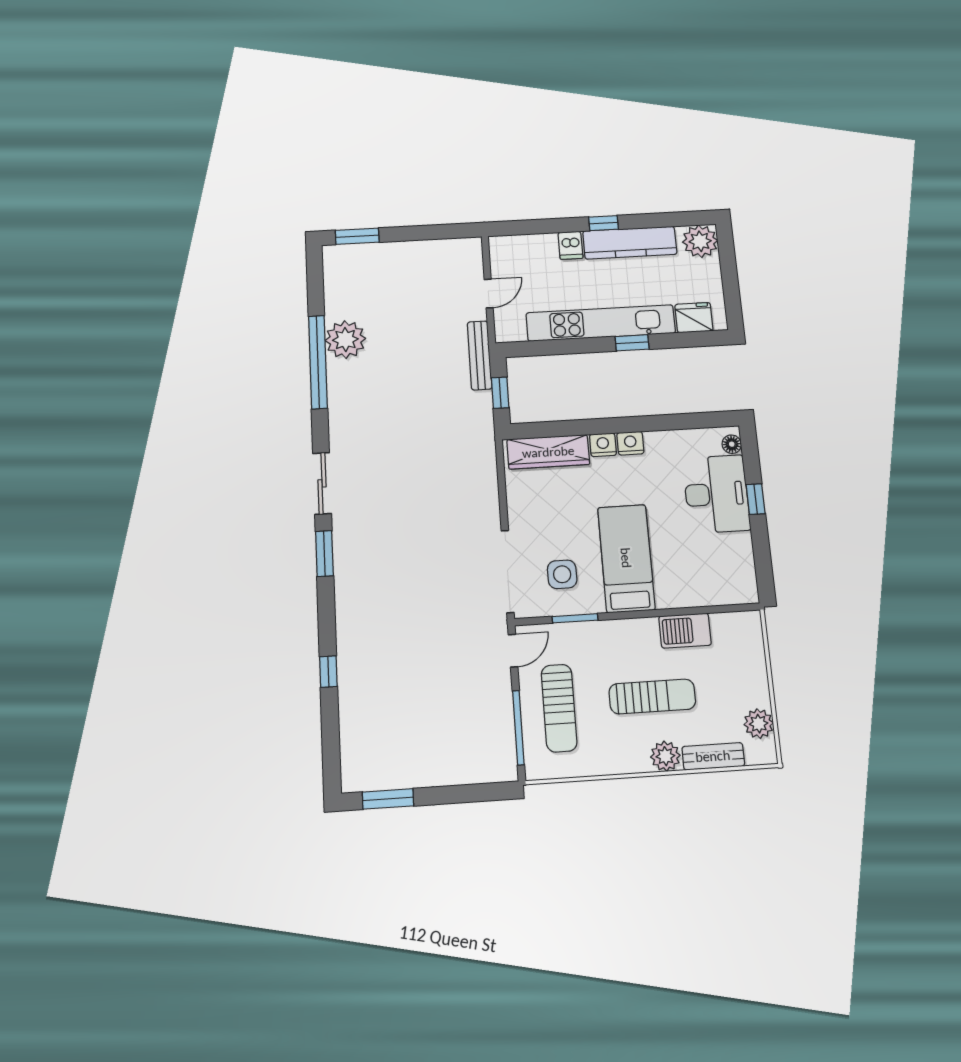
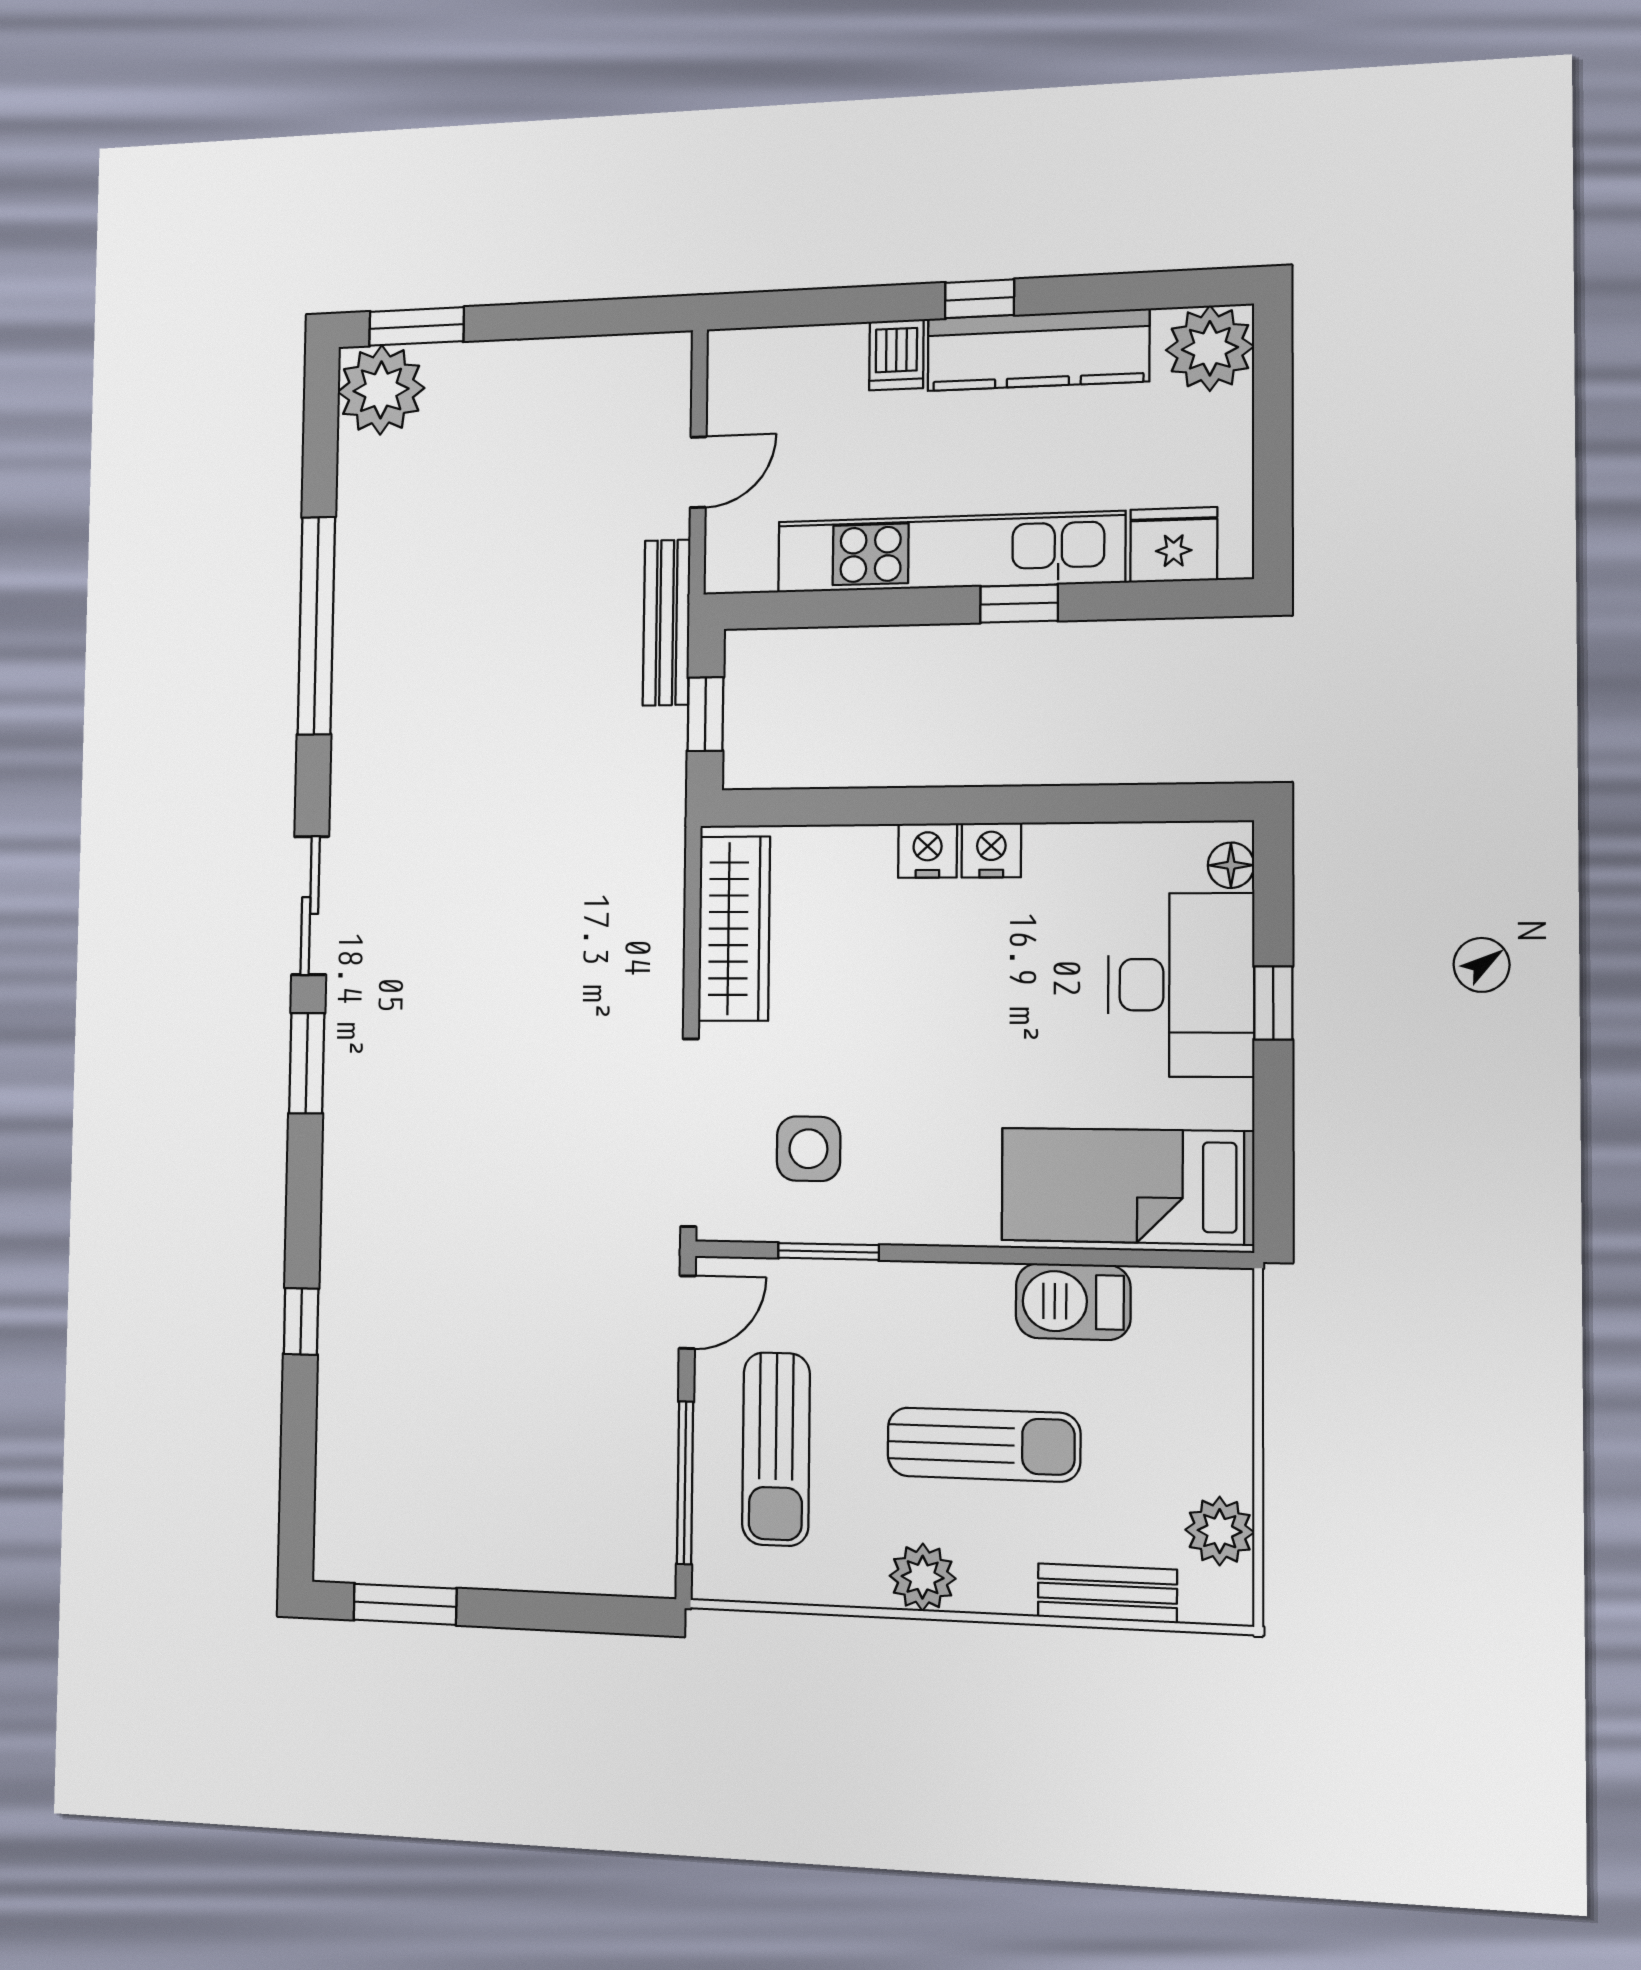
plant: (345, 340) -> (381, 390), moved
wardrobe: (548, 452) -> (734, 929), moved, turned -90
bed: (626, 558) -> (1127, 1186), moved, turned -90
plant: (665, 756) -> (923, 1577), moved

